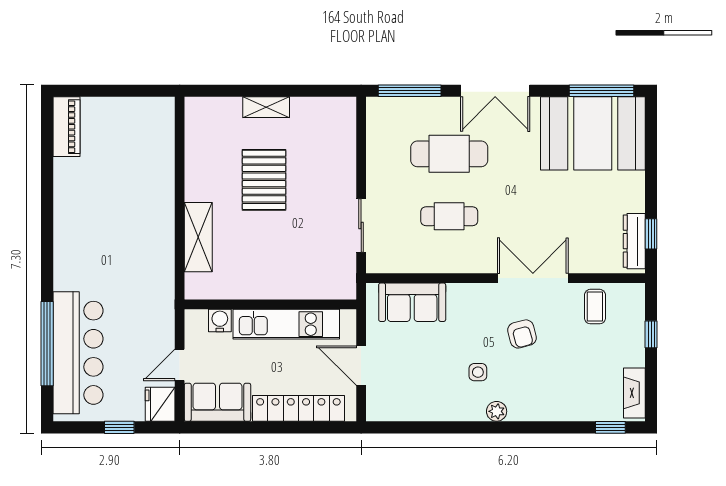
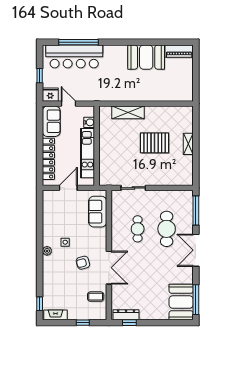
booth: (593, 133) -> (181, 302), width x0.73, depth x0.70
booth: (79, 198) -> (146, 57), added

